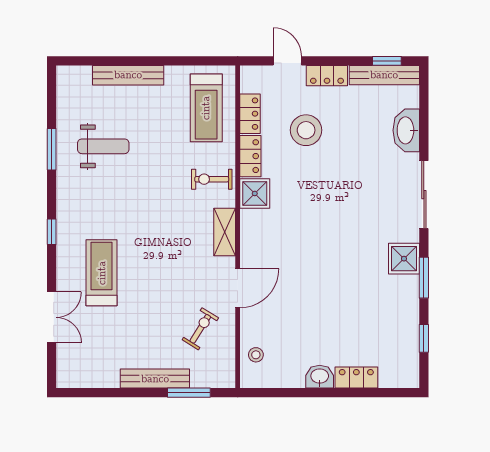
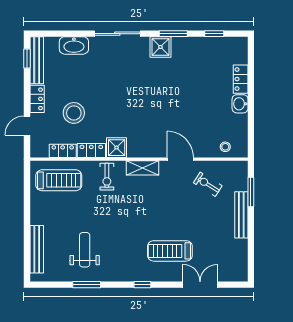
bench: (128, 75) -> (37, 249), moved

